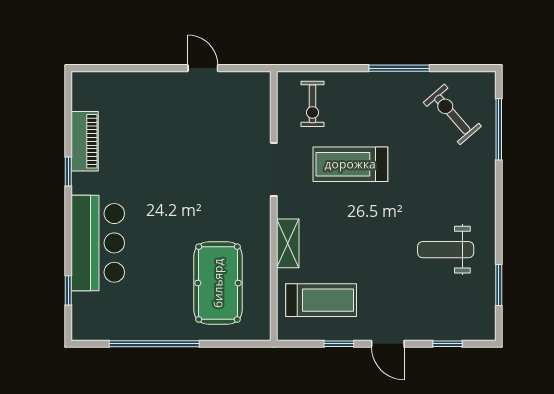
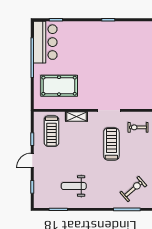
piano: (85, 141) -> (122, 27), removed
bar counter: (98, 243) -> (45, 42), moved, turned -90
weight bench: (446, 250) -> (74, 186), turned -90

